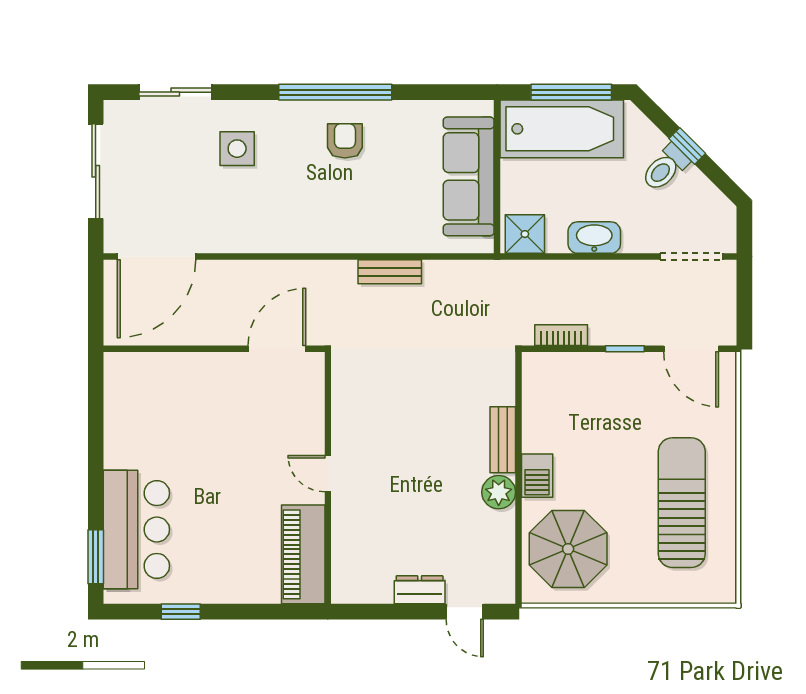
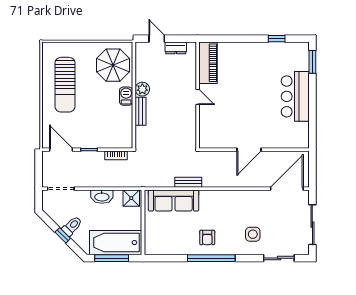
sofa: (469, 176) -> (174, 201), moved, turned 90
door: (277, 349) -> (249, 150), moved
door: (328, 474) -> (198, 97), moved
wall: (328, 478) -> (198, 95), moved
bar counter: (136, 529) -> (295, 96), moved
piano: (303, 554) -> (208, 63), moved

